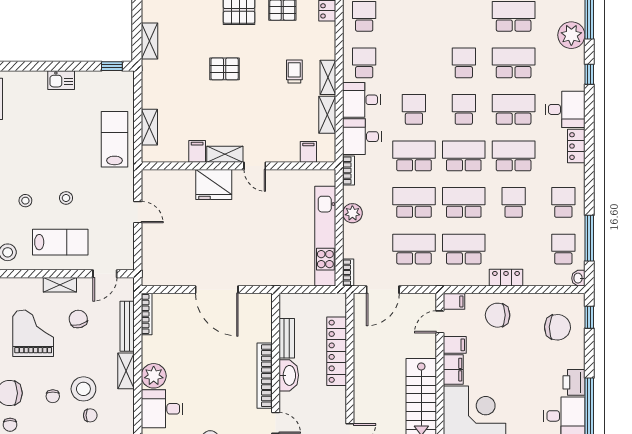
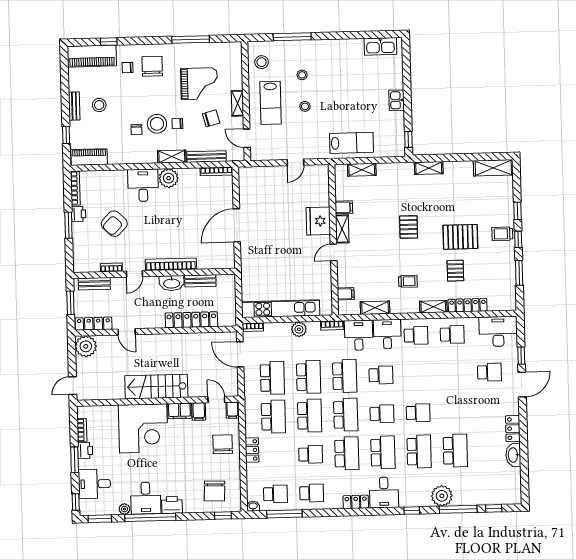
shelving: (328, 77) -> (433, 307), moved
chair: (53, 396) -> (177, 124), moved

